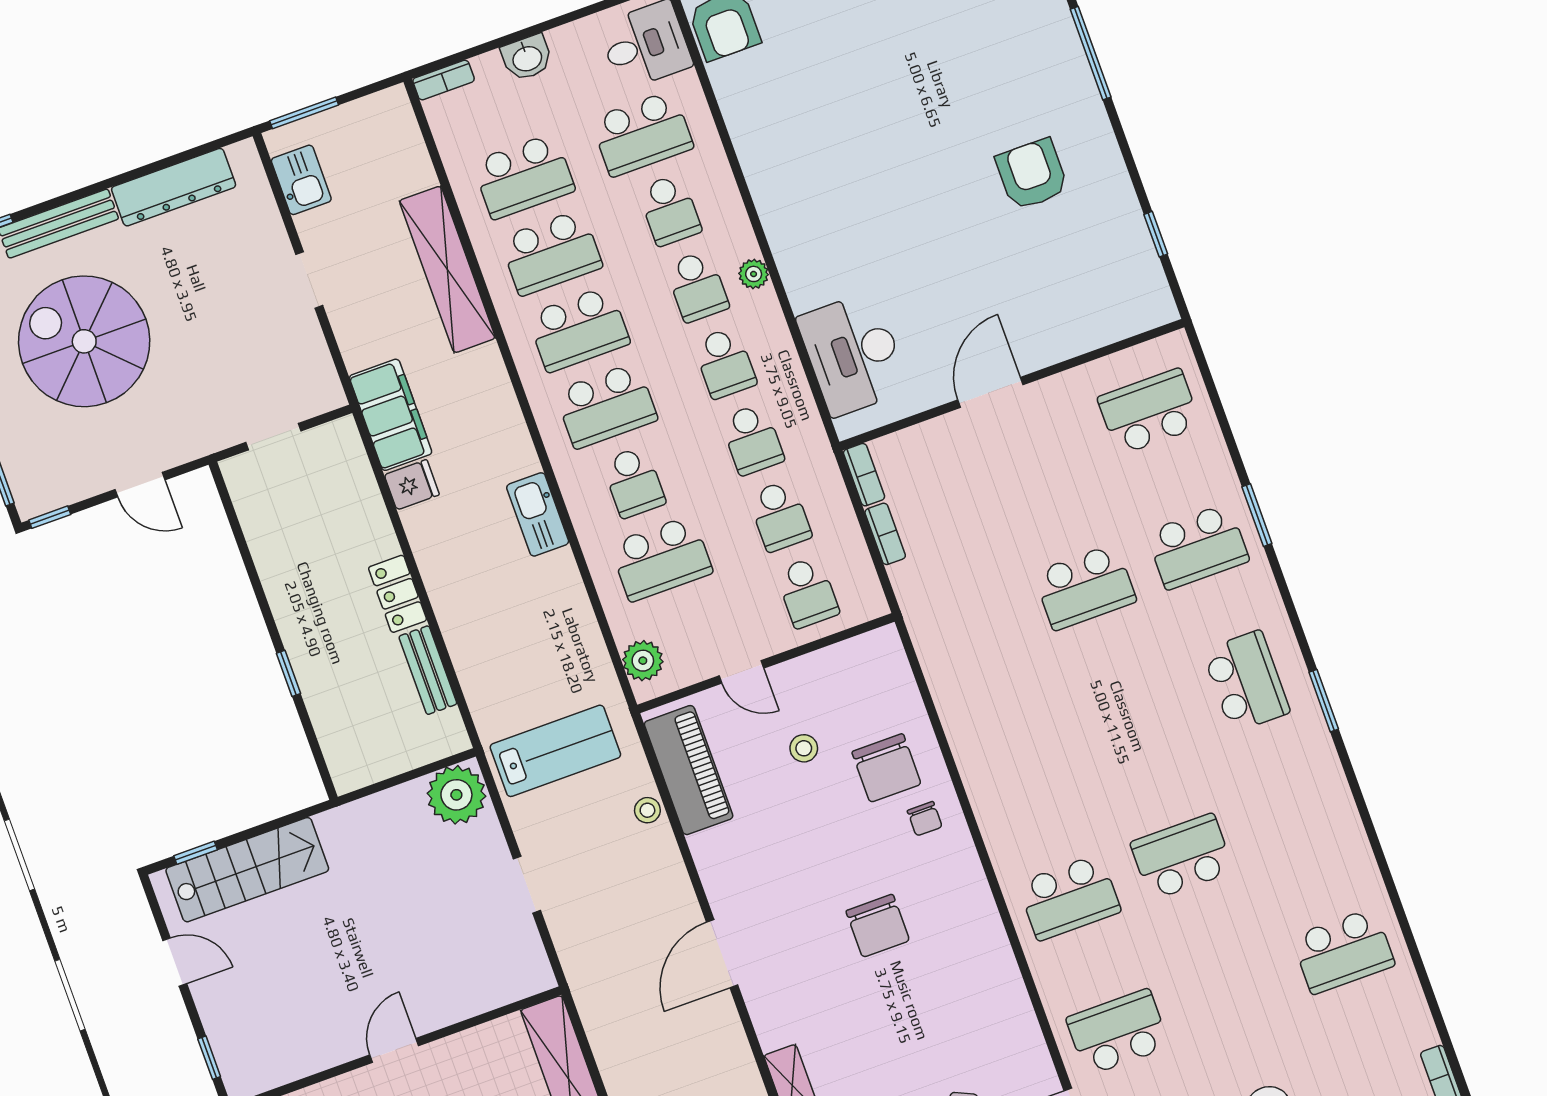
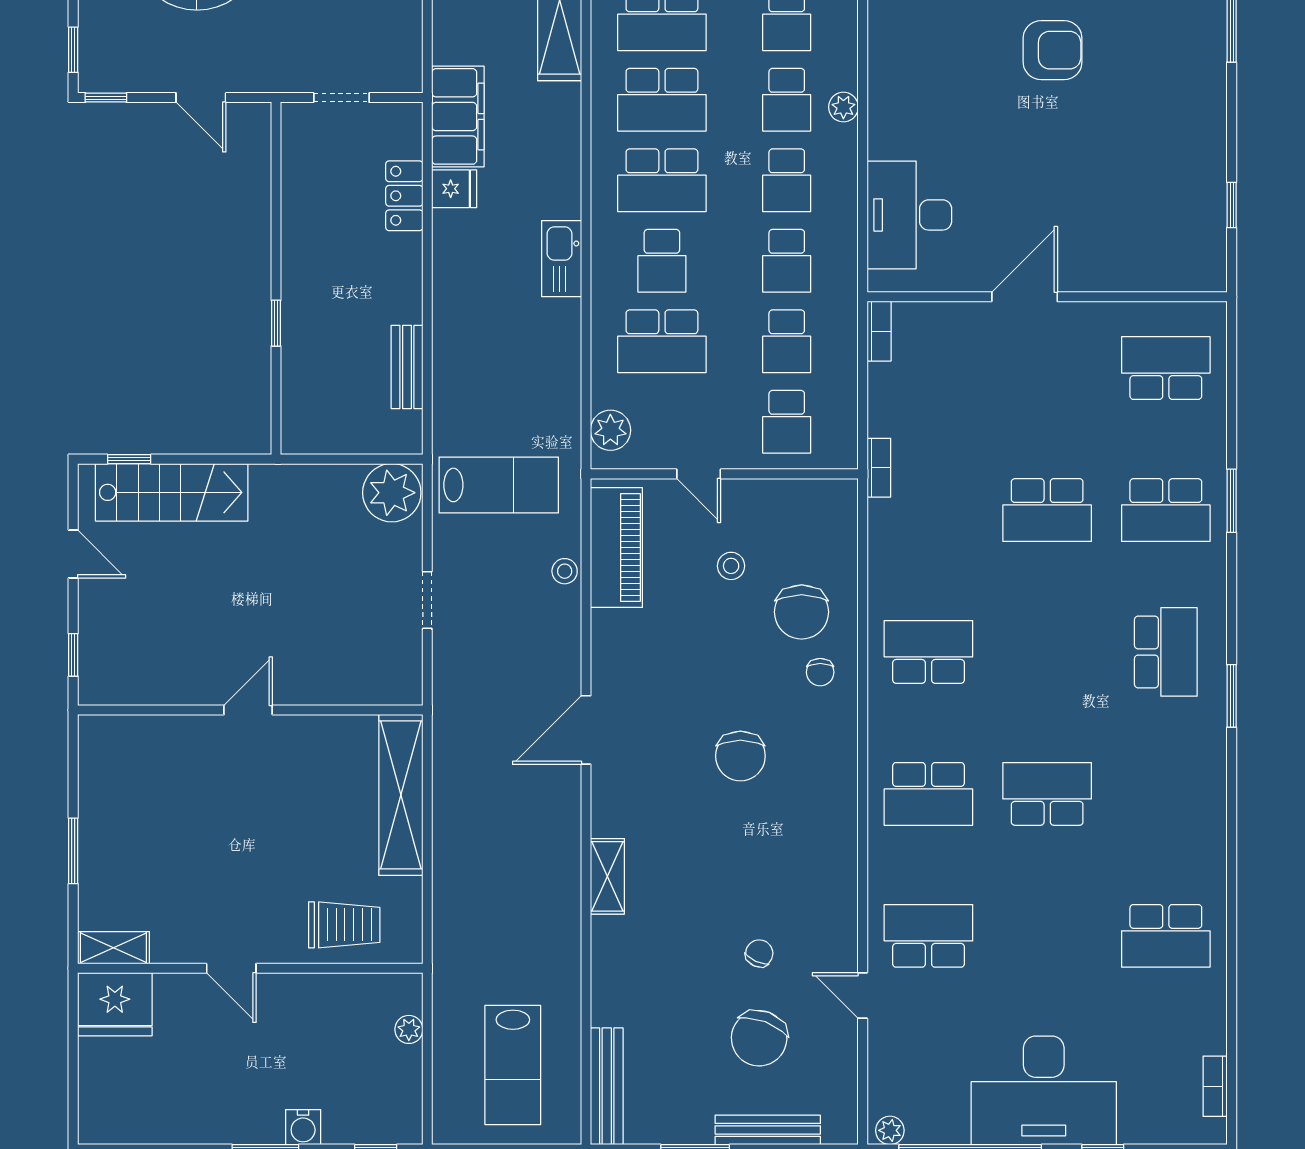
armchair: (1032, 174) -> (1053, 50), moved, turned 90
bookcase: (885, 534) -> (879, 468), moved
locker: (398, 594) -> (404, 196), moved
school desk: (1021, 763) -> (928, 652), added

